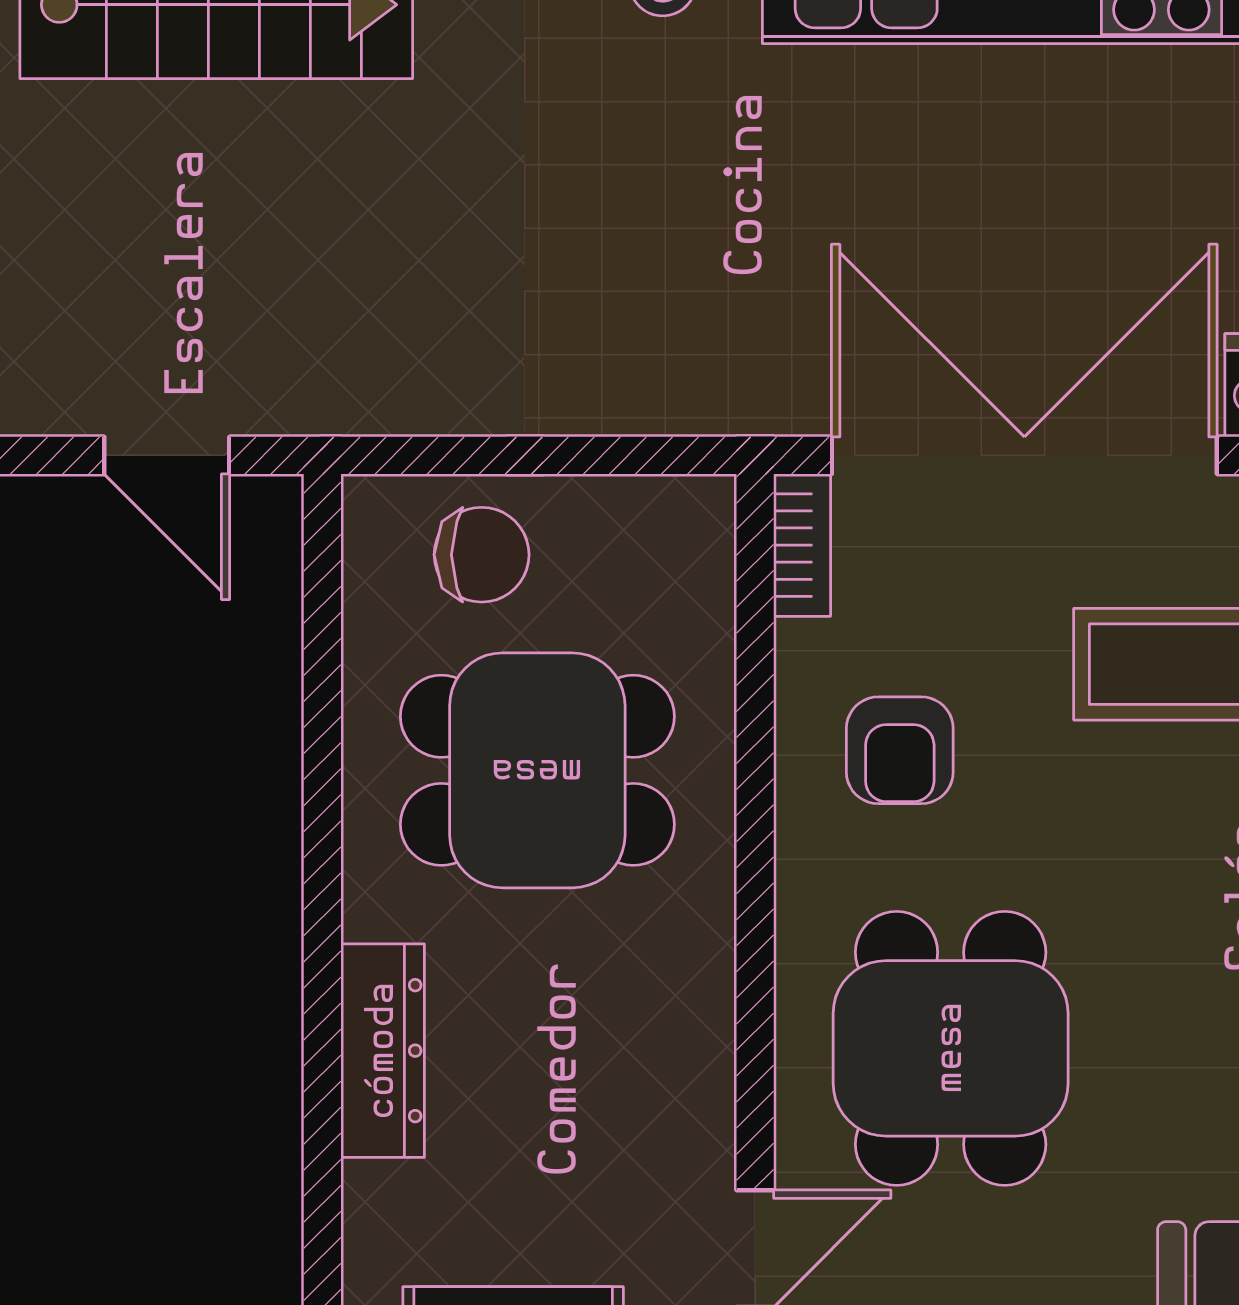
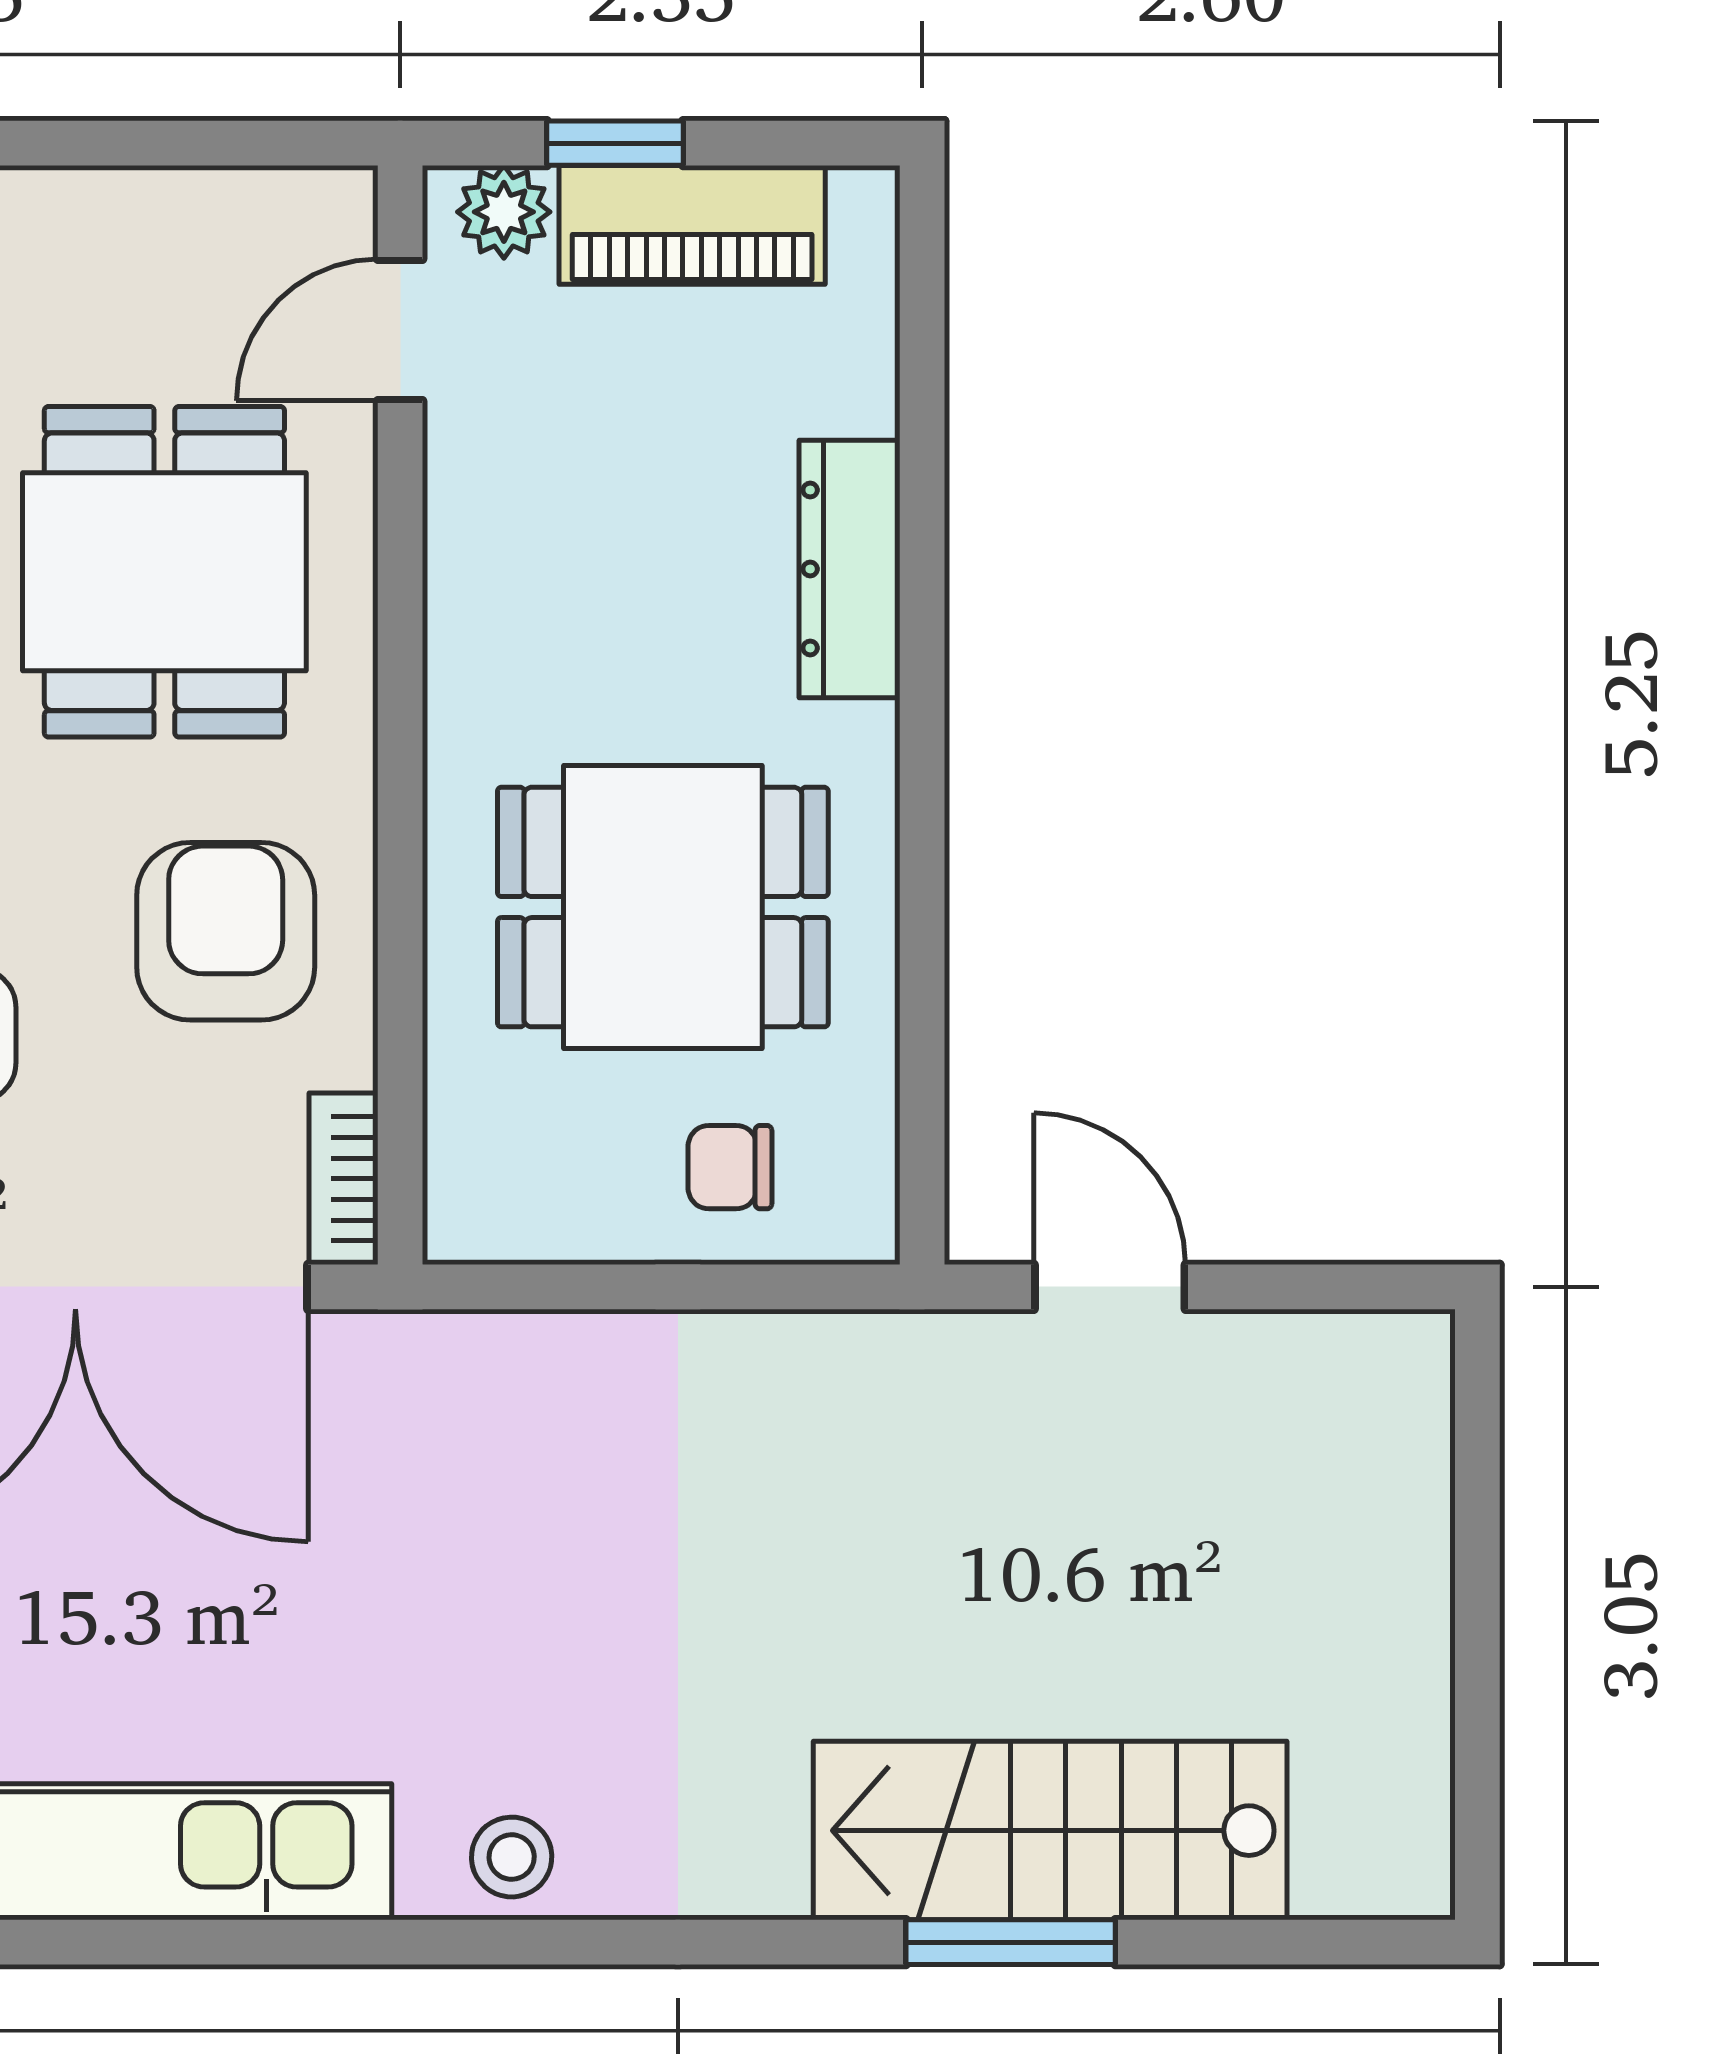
chair: (482, 555) -> (730, 1167), width x0.73, depth x0.73
armchair: (900, 750) -> (226, 931), width x1.38, depth x1.38

